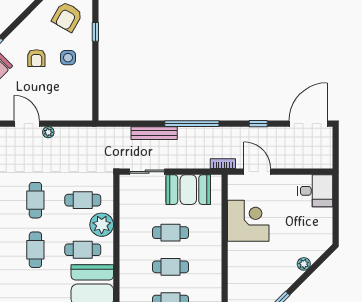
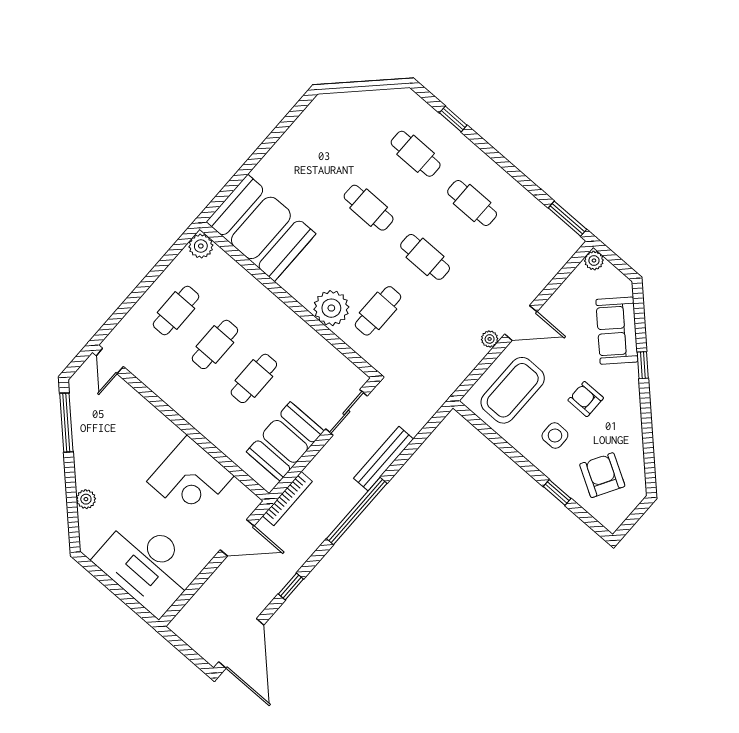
coffee table: (64, 98) -> (513, 390), added
bookcase: (223, 164) -> (287, 499), width x1.56
desk: (315, 191) -> (147, 565), width x1.87, depth x1.30
cafe table: (83, 250) -> (322, 262), removed

